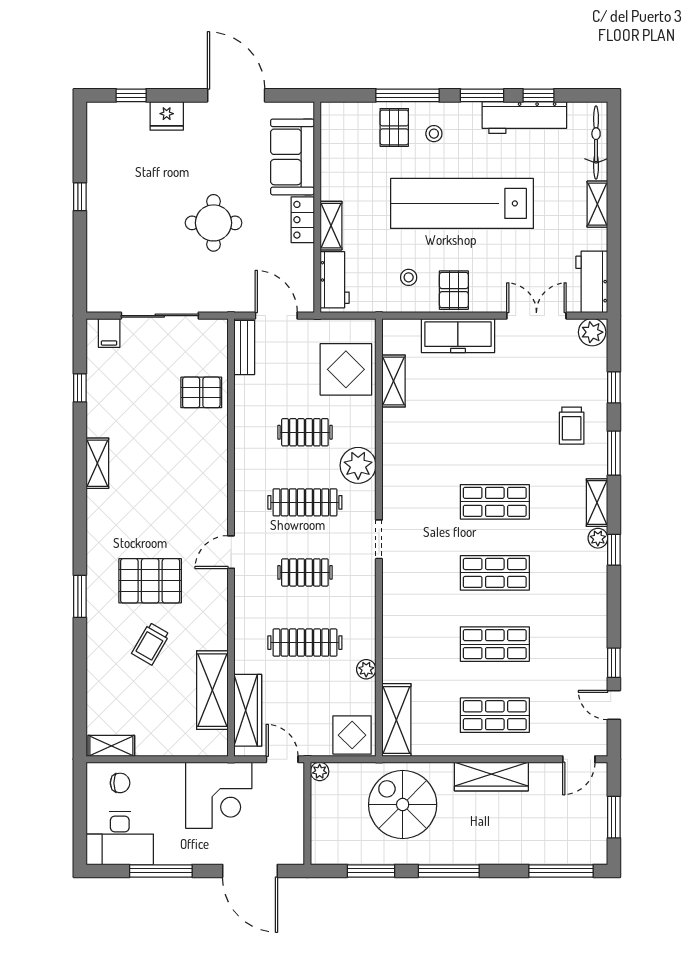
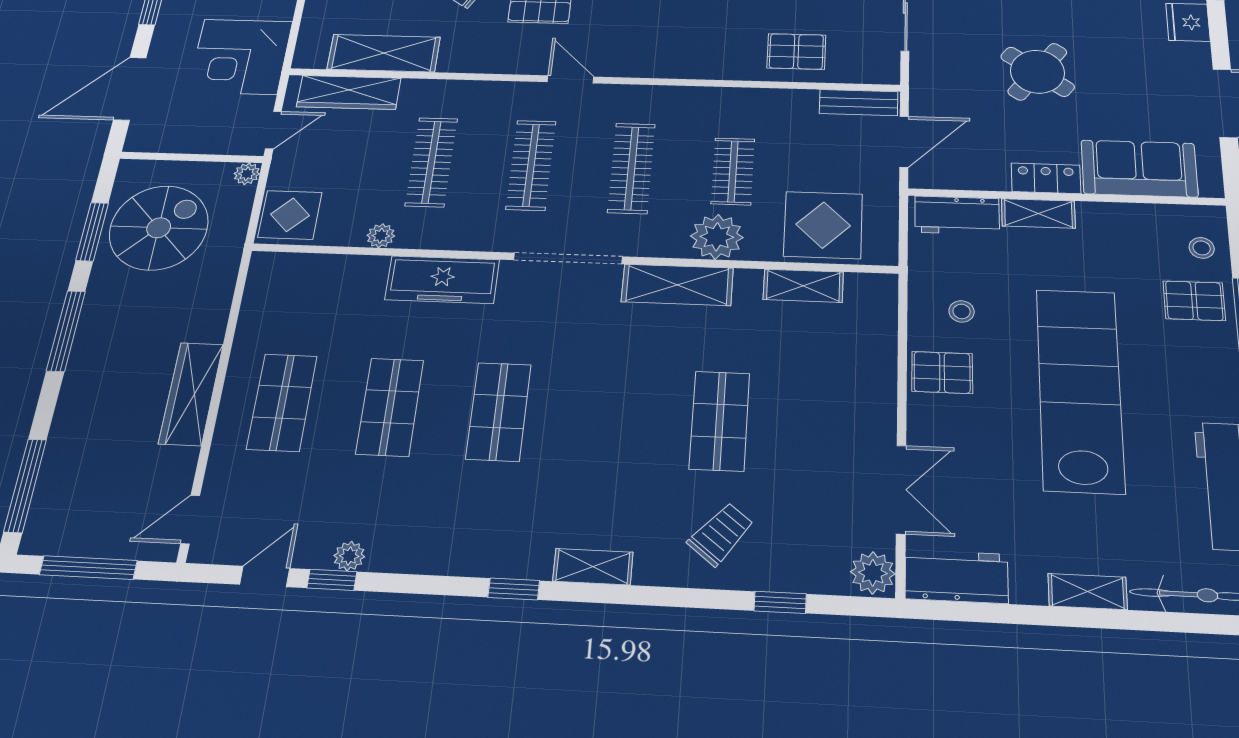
stool: (434, 134) -> (1202, 248), moved
round table: (214, 223) -> (1037, 72), turned 37
freezer: (458, 336) -> (442, 280), moved, turned -90
pallet: (201, 392) -> (796, 51), turned 90
trolley: (572, 426) -> (721, 534), turned 129
window: (614, 453) -> (671, 597), removed
plant: (358, 465) -> (717, 237), moved
shop shelf: (495, 502) -> (720, 421), moved
plant: (598, 538) -> (349, 556), moved
doorway: (379, 539) -> (568, 258), width x1.88
clothes rail: (305, 572) -> (531, 165), width x1.36
shelving: (396, 720) -> (677, 285), moved
door: (579, 759) -> (190, 520), hinge flipped
spiral stairs: (403, 805) -> (159, 228), moved
window: (614, 817) -> (88, 568), width x1.44

